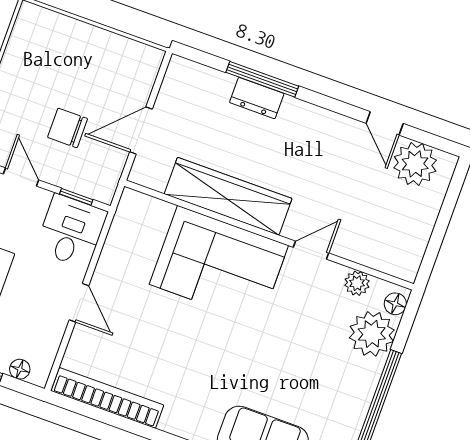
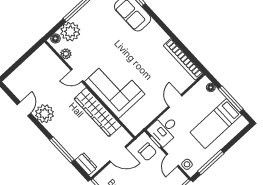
dresser: (257, 98) -> (86, 164), moved
chair: (68, 128) -> (147, 152), moved
plant: (415, 164) -> (45, 114), moved

